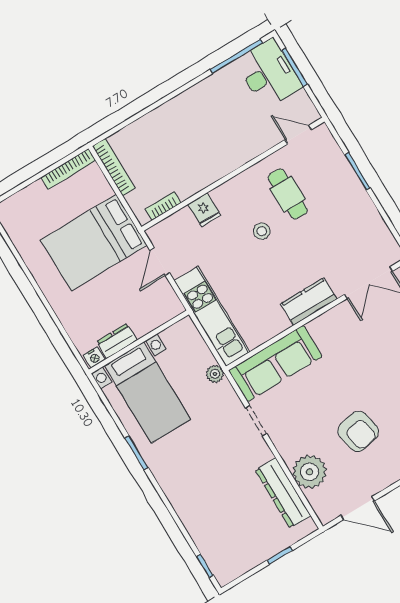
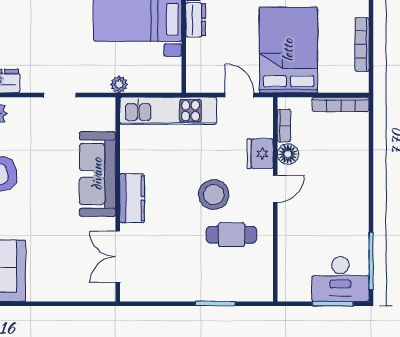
door: (298, 135) -> (275, 189), moved
bookcase: (68, 169) -> (362, 45), moved
floor lamp: (186, 187) -> (288, 154), added
fridge: (204, 210) -> (260, 154), width x1.38
stool: (262, 231) -> (214, 195), width x1.89, depth x1.89
sofa: (275, 363) -> (97, 174), moved

